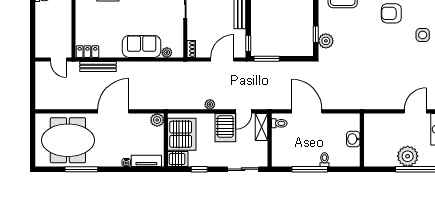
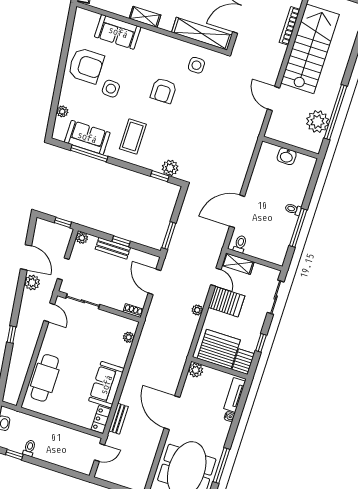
window: (248, 43) -> (121, 241), moved
sofa: (142, 46) -> (106, 385), moved
bench: (98, 67) -> (118, 419), width x0.73
washbasin: (353, 139) -> (287, 156), moved
wall: (362, 140) -> (290, 148), moved

